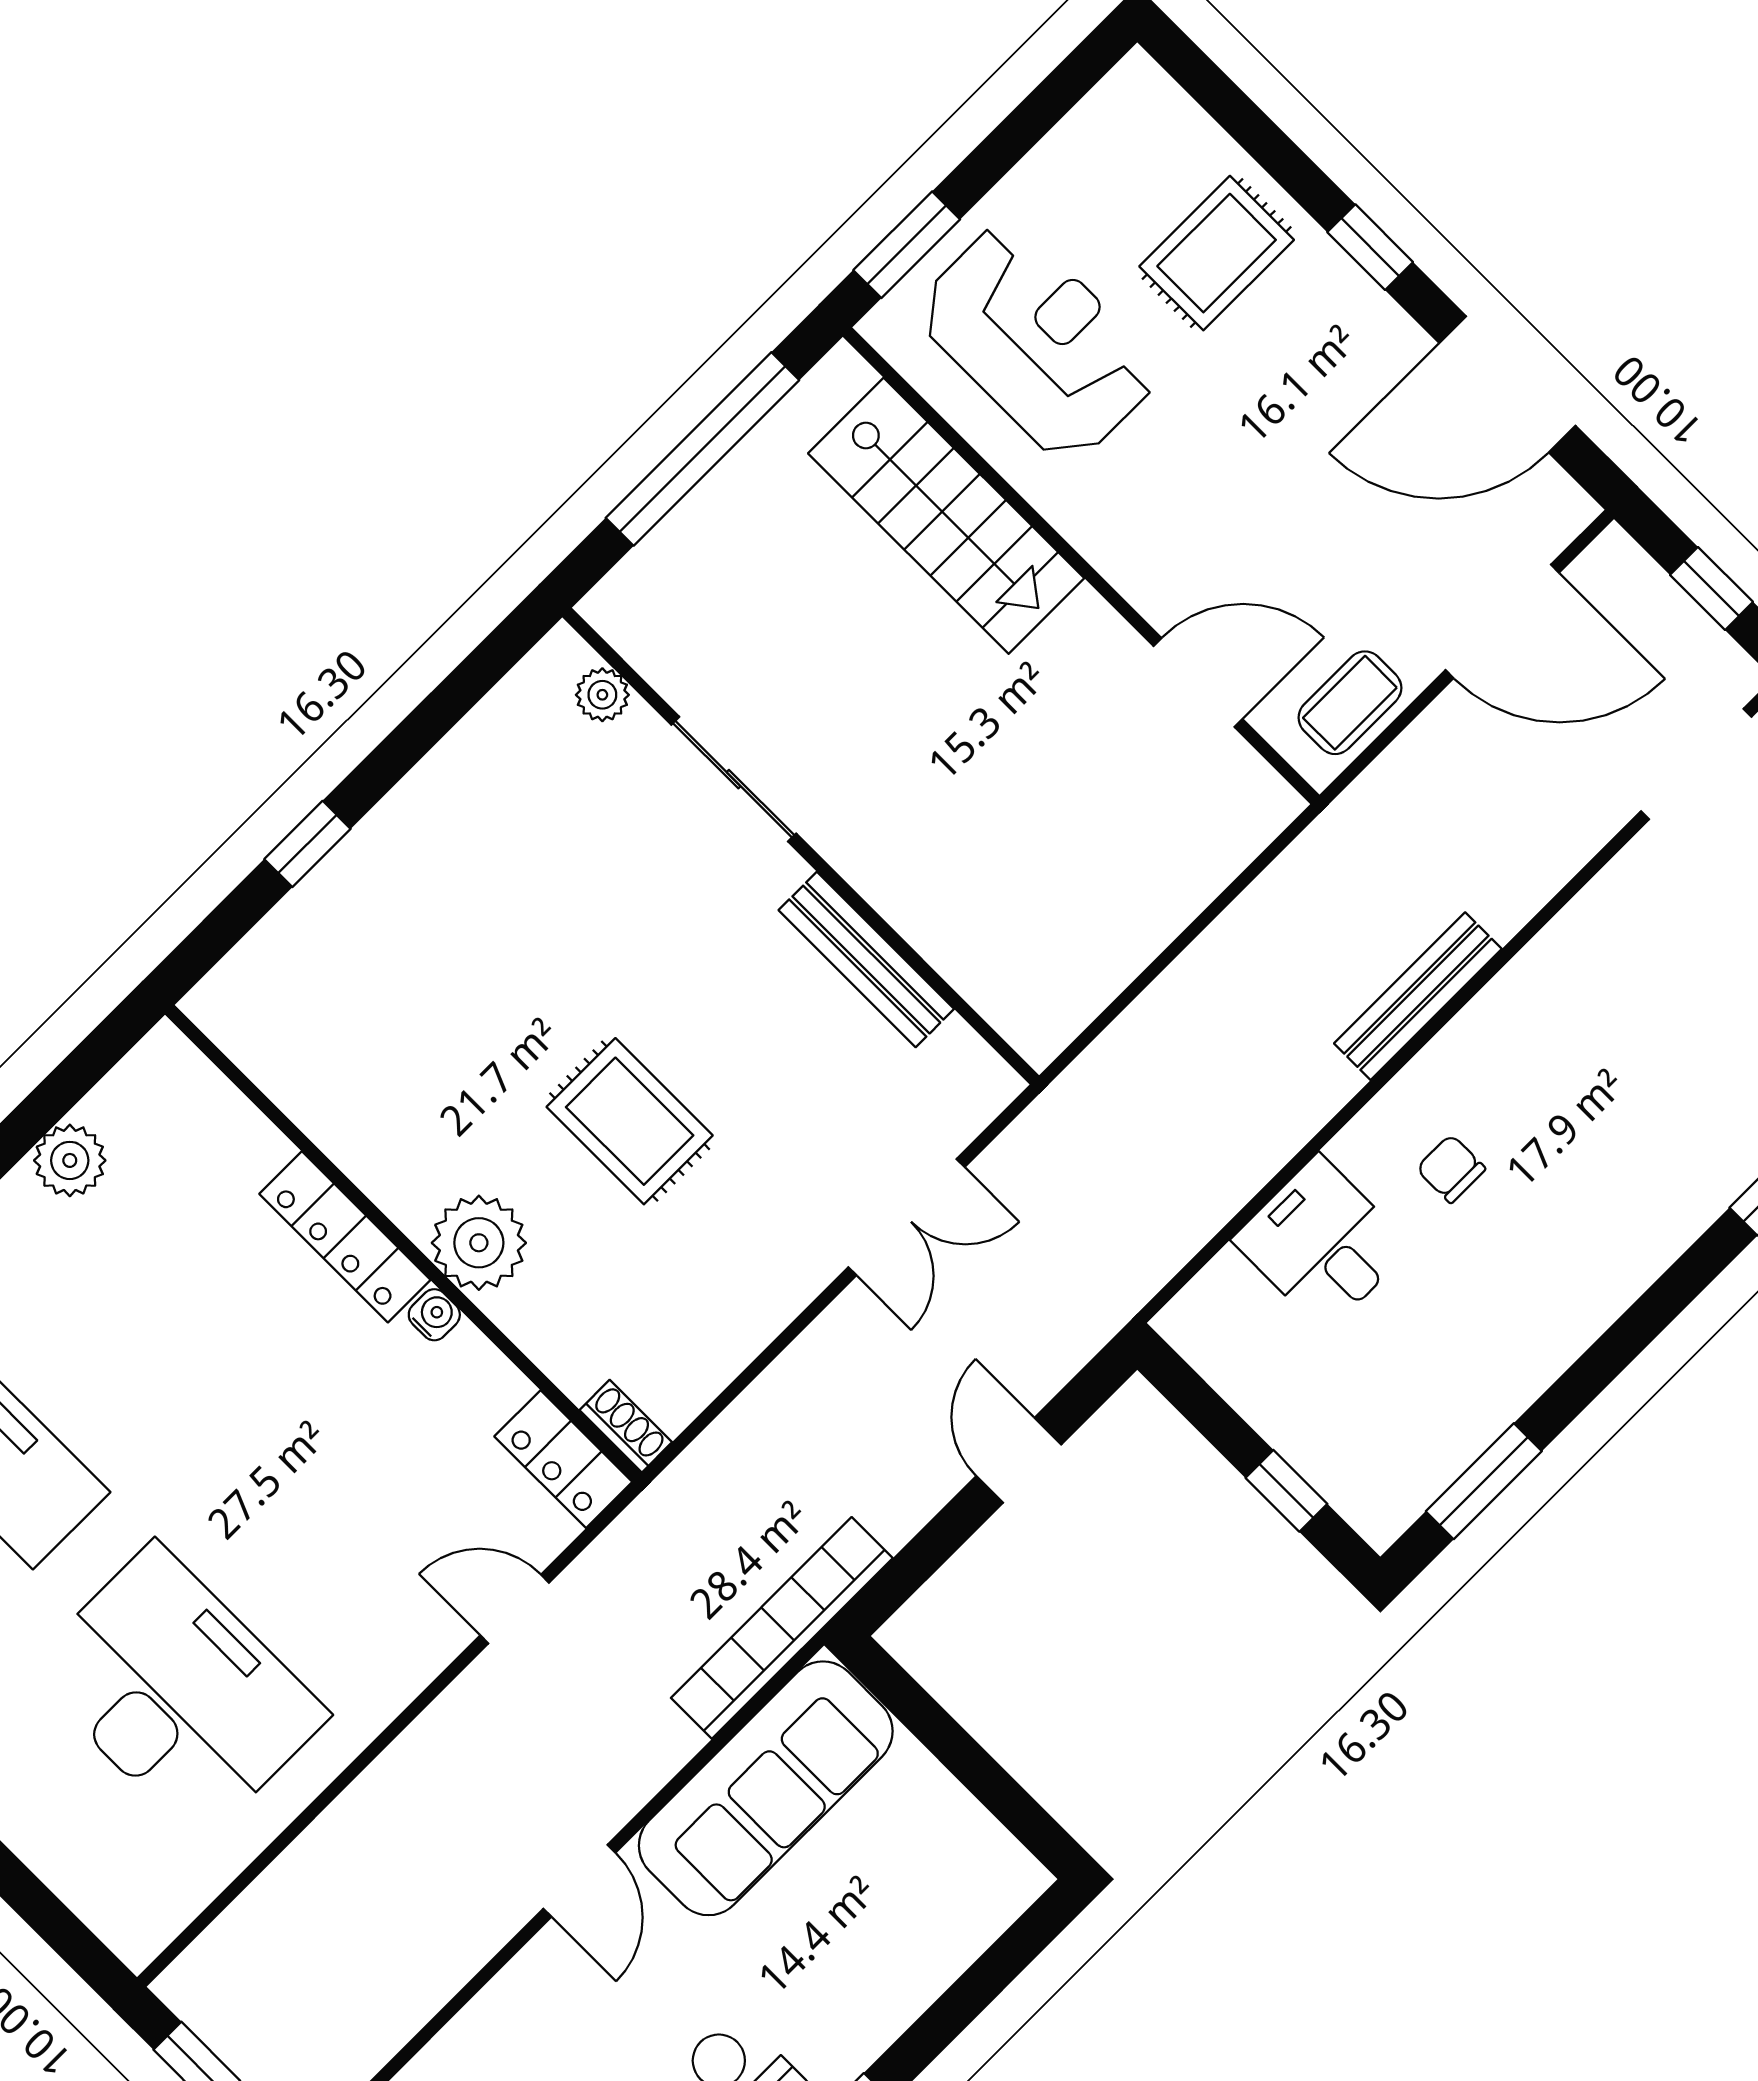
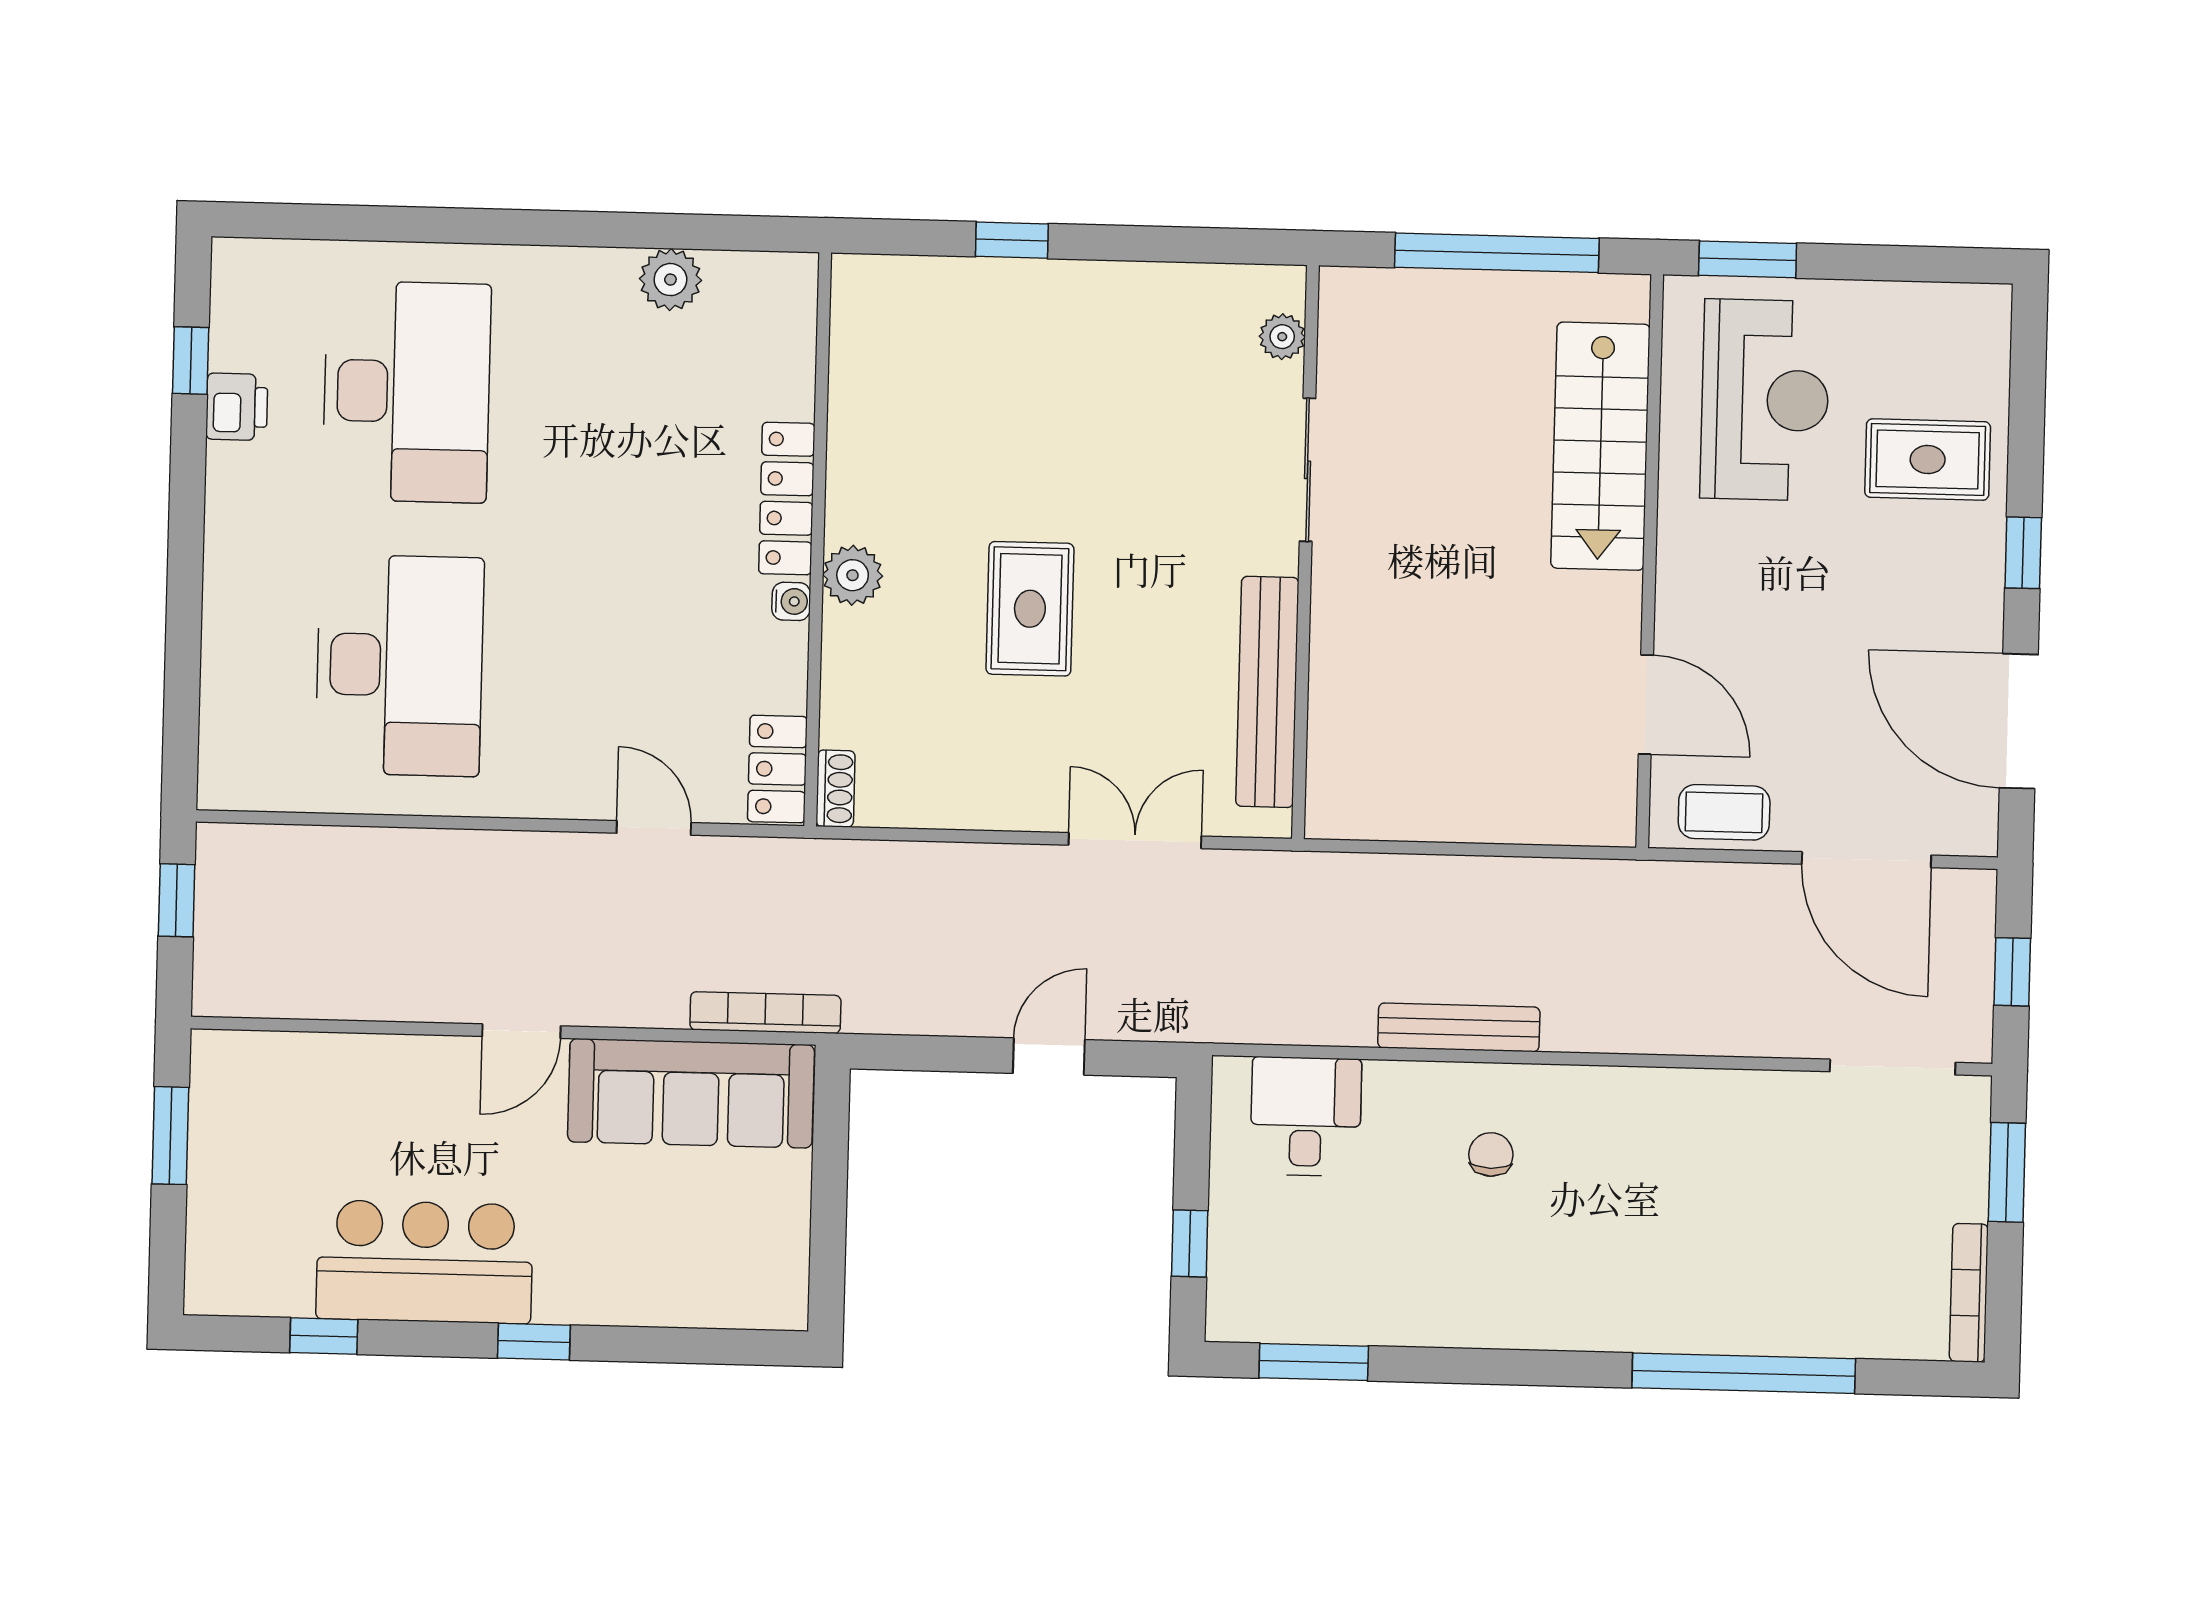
bench: (866, 960) -> (1267, 692), width x1.37, depth x1.21
bench: (1418, 996) -> (1459, 1027), moved
double door: (907, 1217) -> (1135, 841), swing flipped
plant: (479, 1243) -> (853, 575), width x0.73, depth x0.73
desk: (1322, 1243) -> (1306, 1116), moved
bookcase: (782, 1628) -> (765, 1013), width x0.68, depth x0.76

